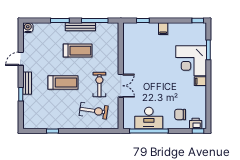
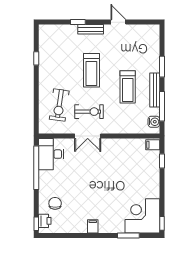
water cooler: (28, 28) -> (154, 122), moved
filing cabinet: (163, 29) -> (153, 145), moved
corner desk: (191, 61) -> (142, 216), moved
desk: (149, 118) -> (51, 154), moved

